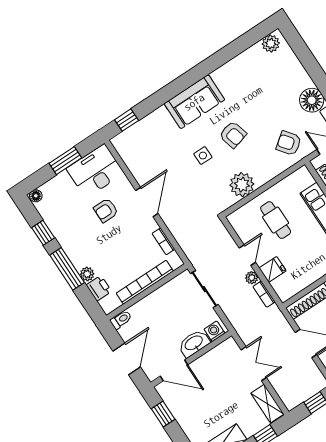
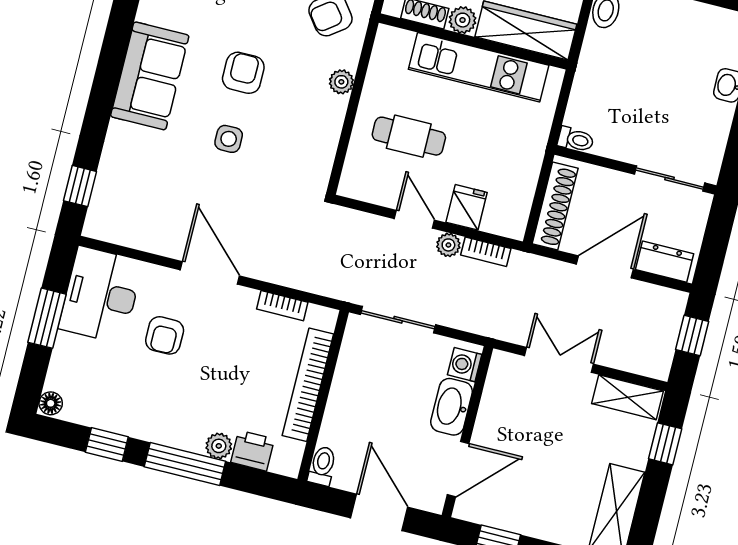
armchair: (233, 135) -> (243, 73), turned -75
plant: (242, 185) -> (341, 82), moved, width x0.53, depth x0.53

